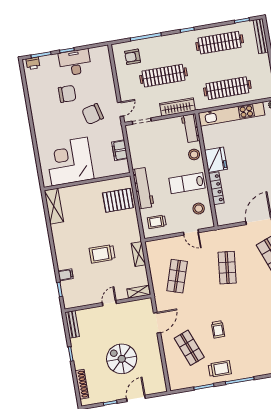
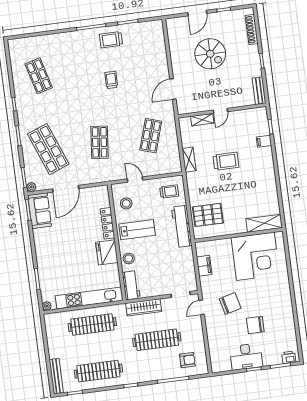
shelving: (54, 206) -> (264, 223), moved, turned 90
shelving: (138, 292) -> (202, 120), moved
shop shelf: (189, 348) -> (141, 62), removed

